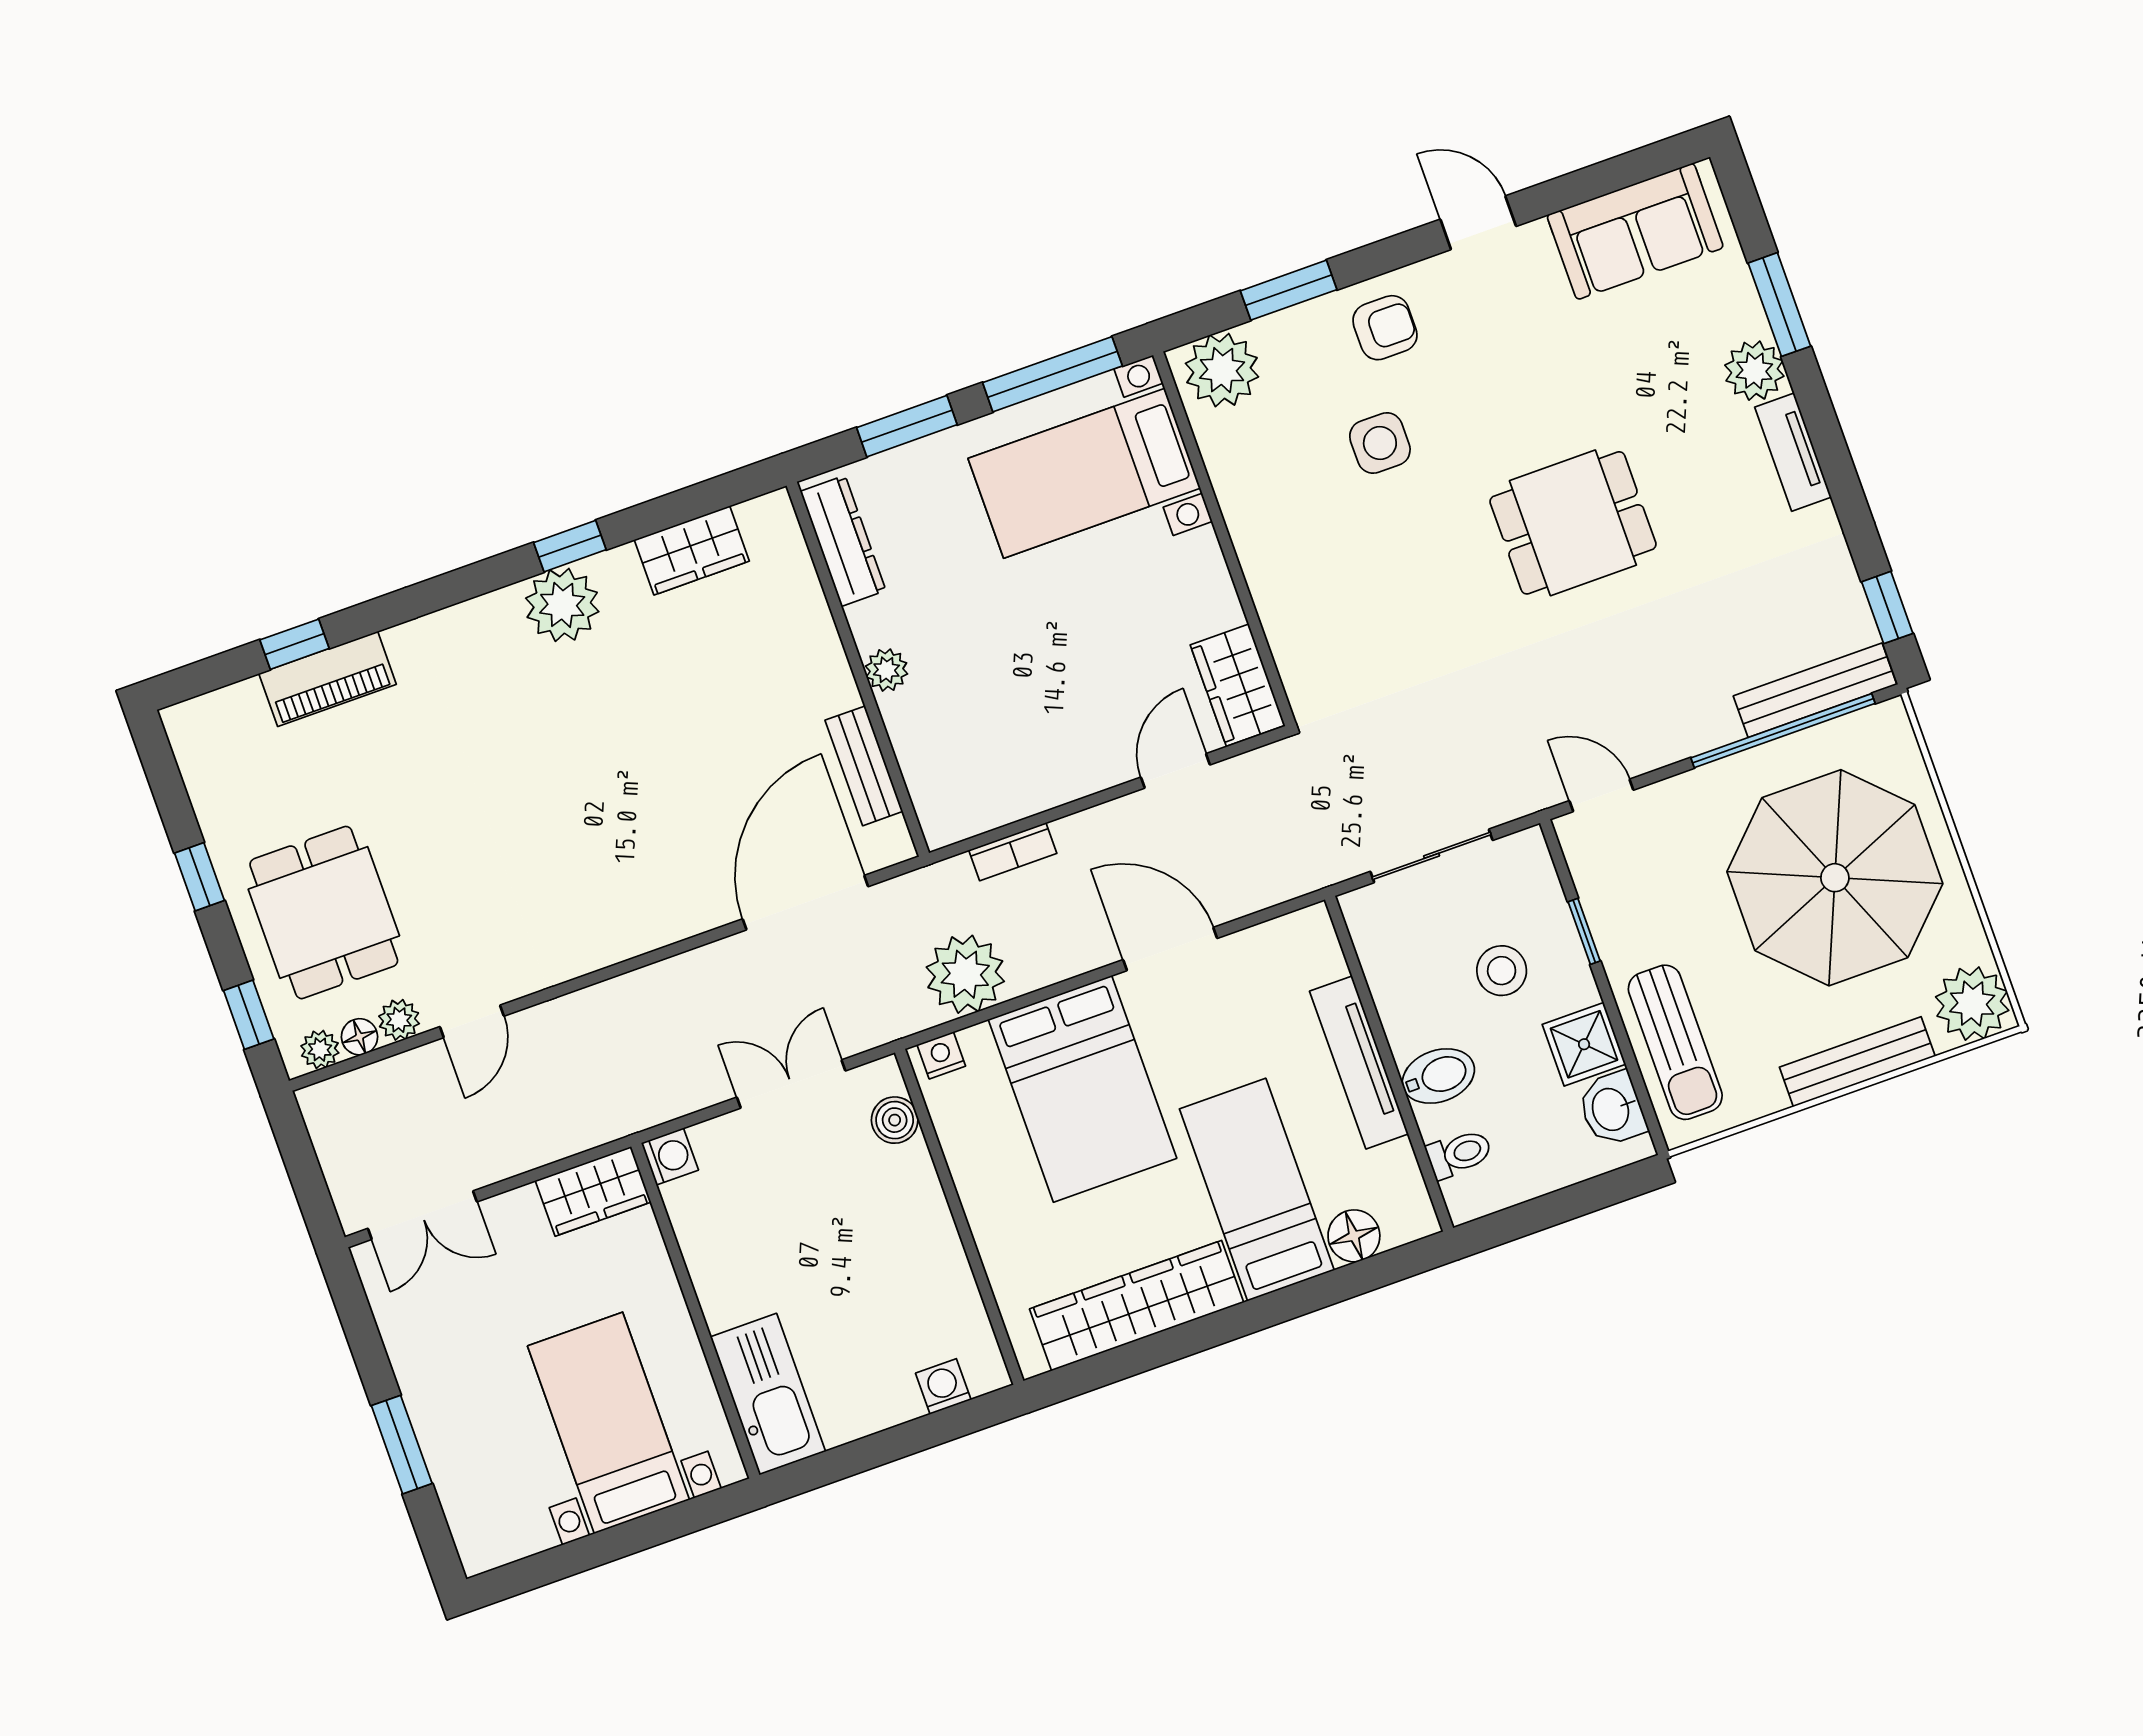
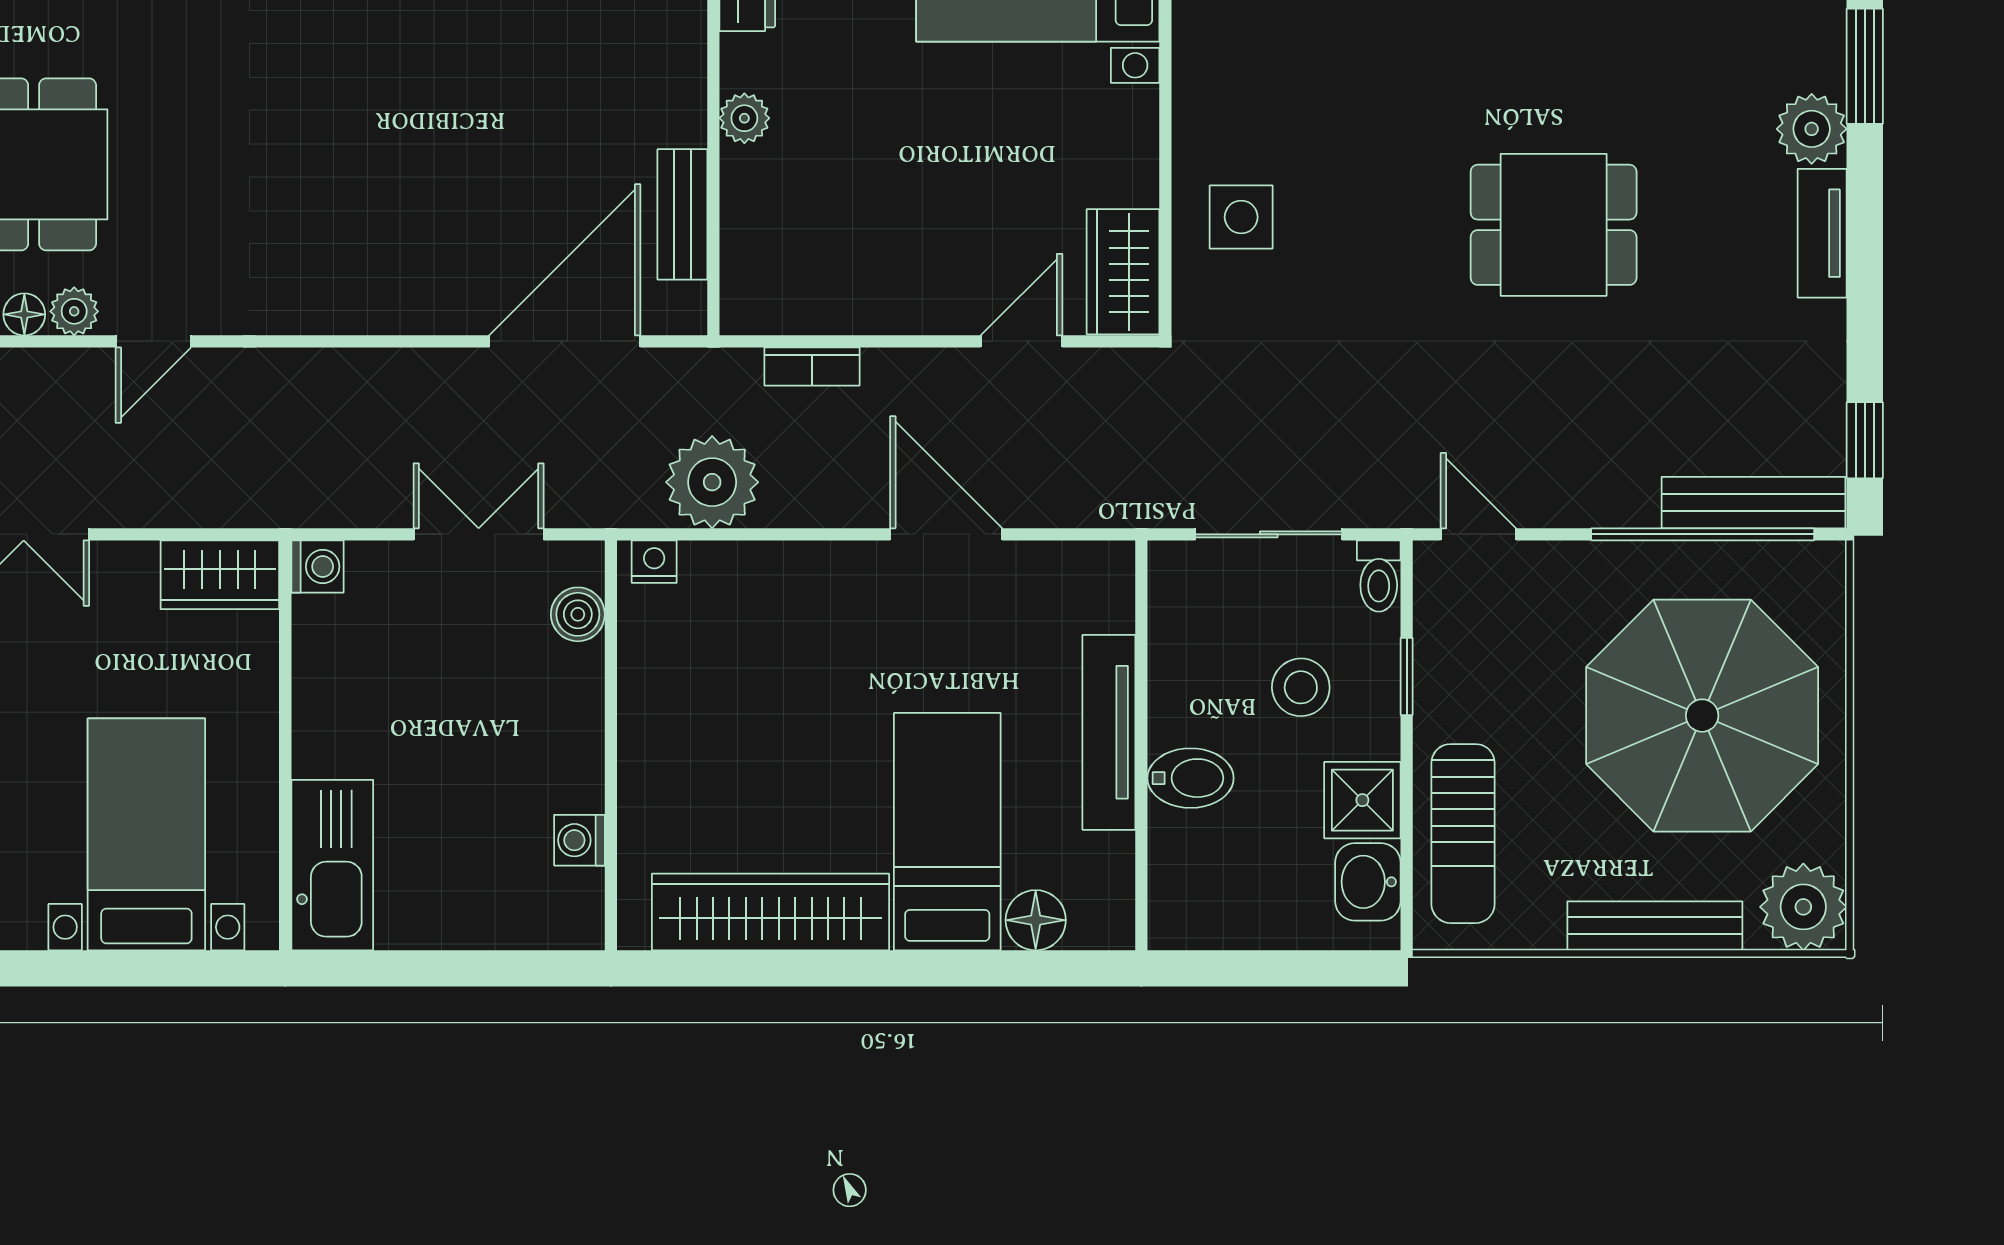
side table: (1380, 443) -> (1241, 217), moved
bed: (1082, 1089) -> (796, 653), removed
toilet: (1459, 1154) -> (1379, 576), moved, turned 90
washing machine: (943, 1386) -> (579, 840), moved, turned -90

